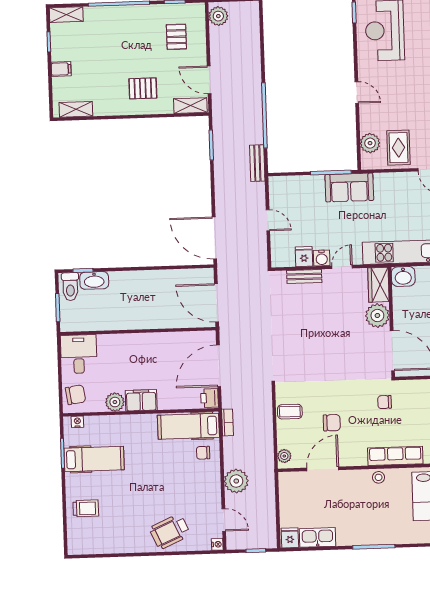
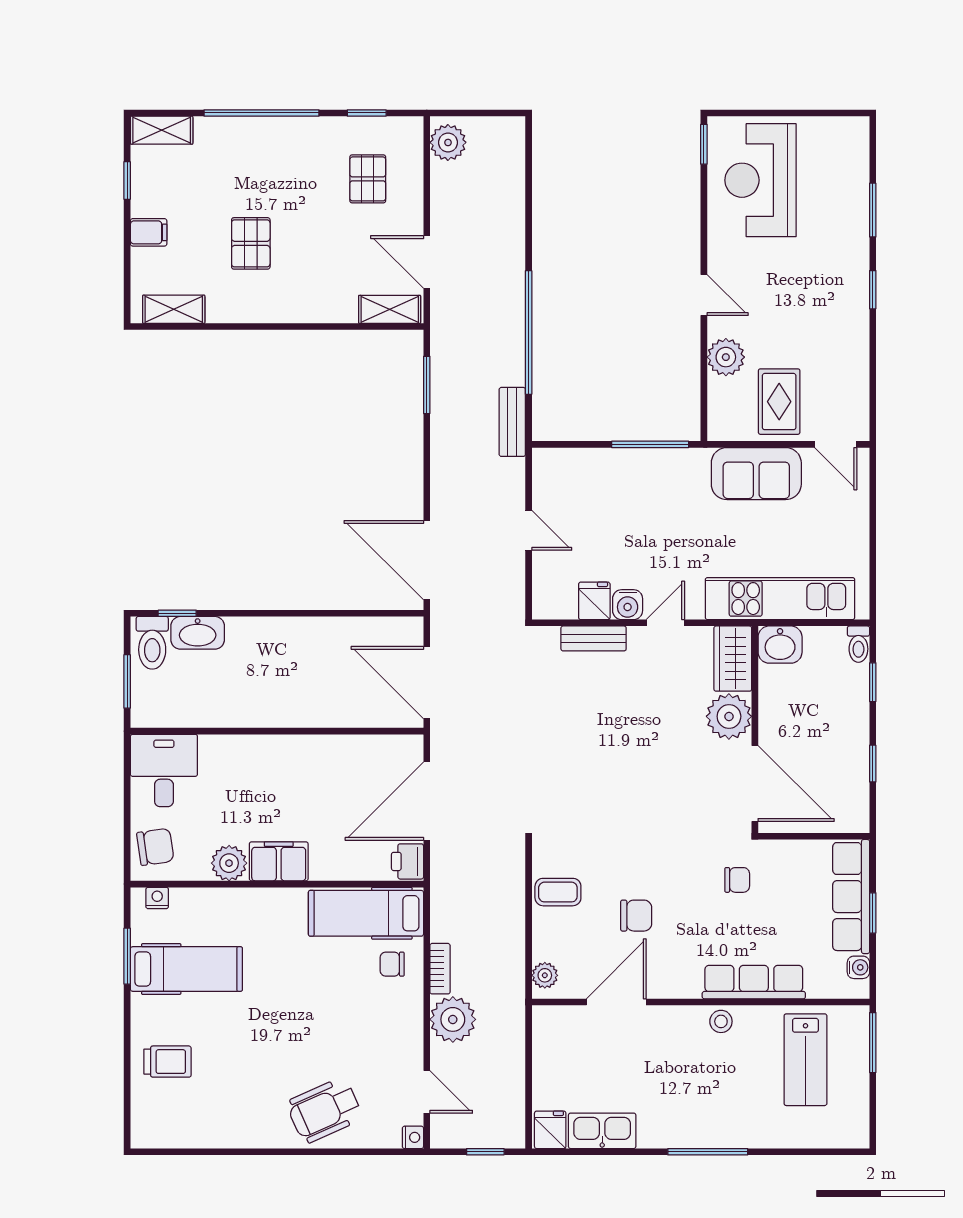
pallet: (143, 88) -> (251, 243), moved, turned 90
plant: (370, 143) -> (726, 357), moved
sofa: (349, 187) -> (756, 474), moved
chair: (385, 402) -> (737, 880), turned 180
bookcase: (228, 422) -> (440, 969), moved

